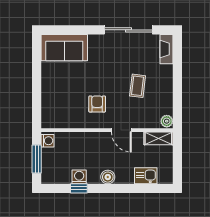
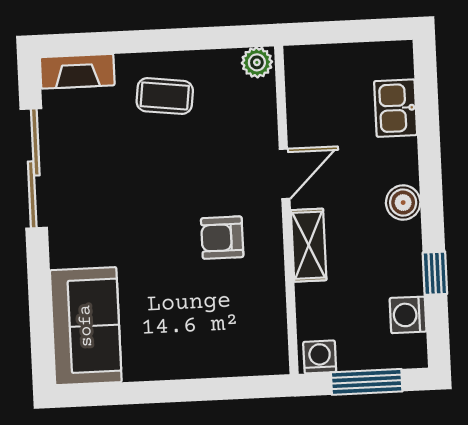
coffee table: (138, 86) -> (165, 96), moved
shelving: (158, 138) -> (309, 245), moved
washing machine: (79, 177) -> (408, 315), moved

